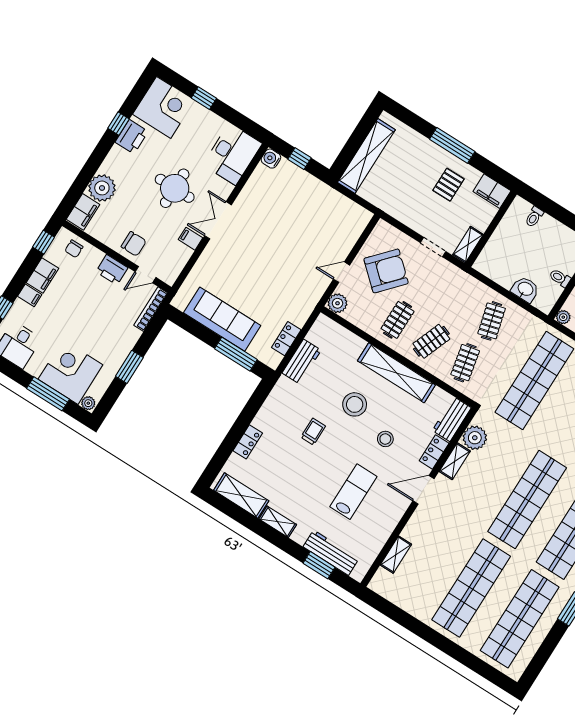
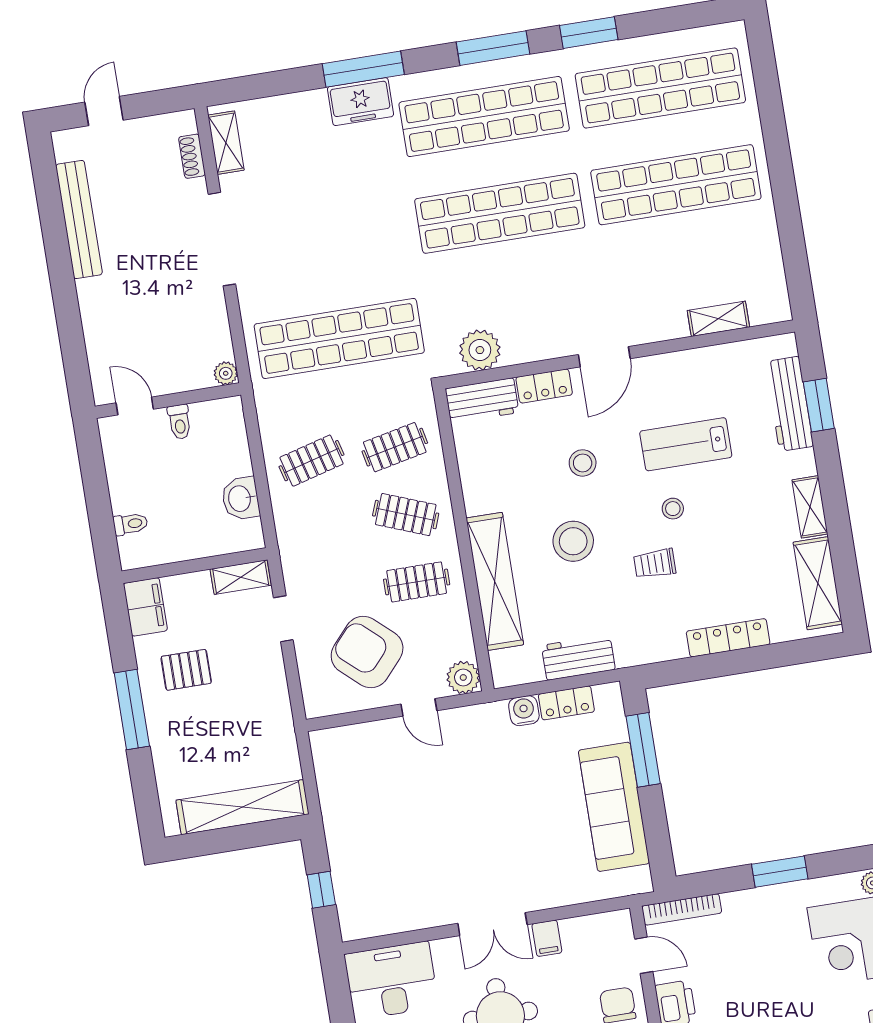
water cooler: (271, 159) -> (524, 711), moved, turned 180
washbasin: (525, 289) -> (241, 498), moved
shelving: (396, 373) -> (495, 581), moved
locker: (248, 442) -> (728, 638), width x1.53
stool: (330, 461) -> (673, 509), added
shelving: (455, 461) -> (532, 349), removed
door: (424, 490) -> (604, 357), hinge flipped

